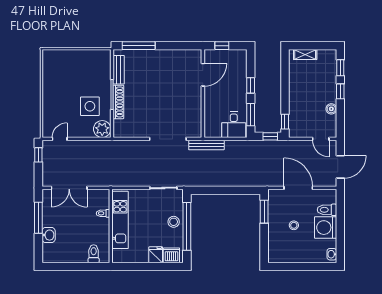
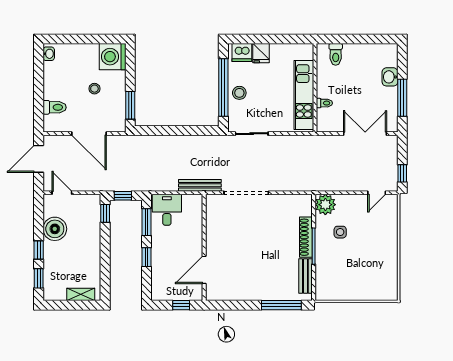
side table: (90, 106) -> (340, 232), width x0.54, depth x0.54
boiler: (331, 109) -> (55, 229), width x1.86, depth x1.86
washing machine: (326, 228) -> (113, 57), moved, turned 180

